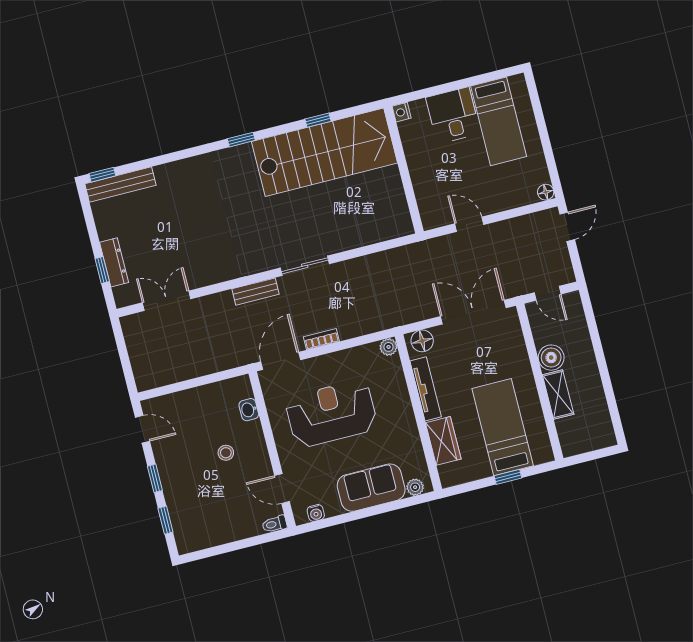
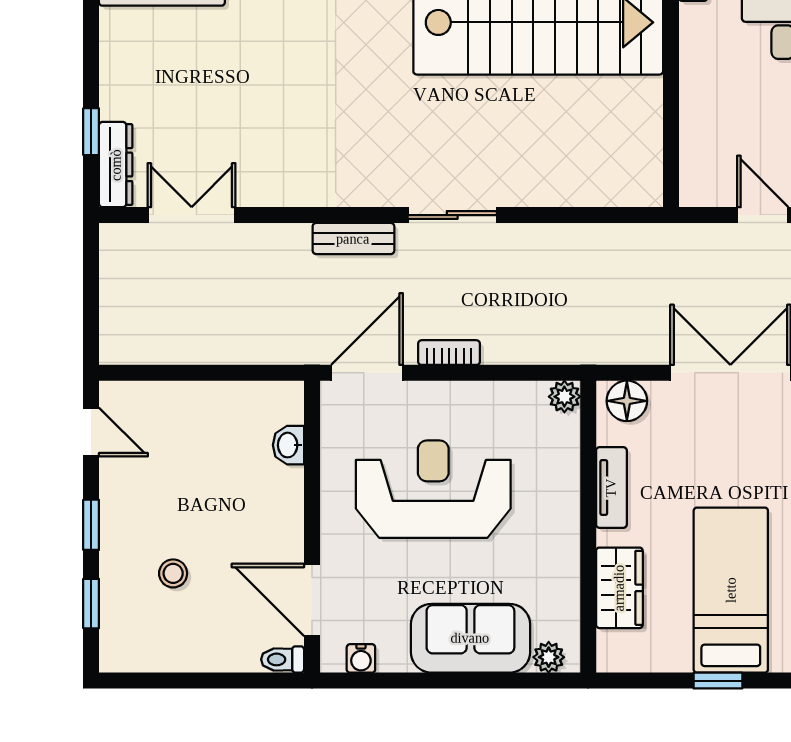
dresser: (114, 262) -> (116, 165), moved
tv unit: (426, 389) -> (611, 488), width x0.71
stool: (226, 453) -> (173, 573), moved
door: (282, 489) -> (312, 600), width x1.38

